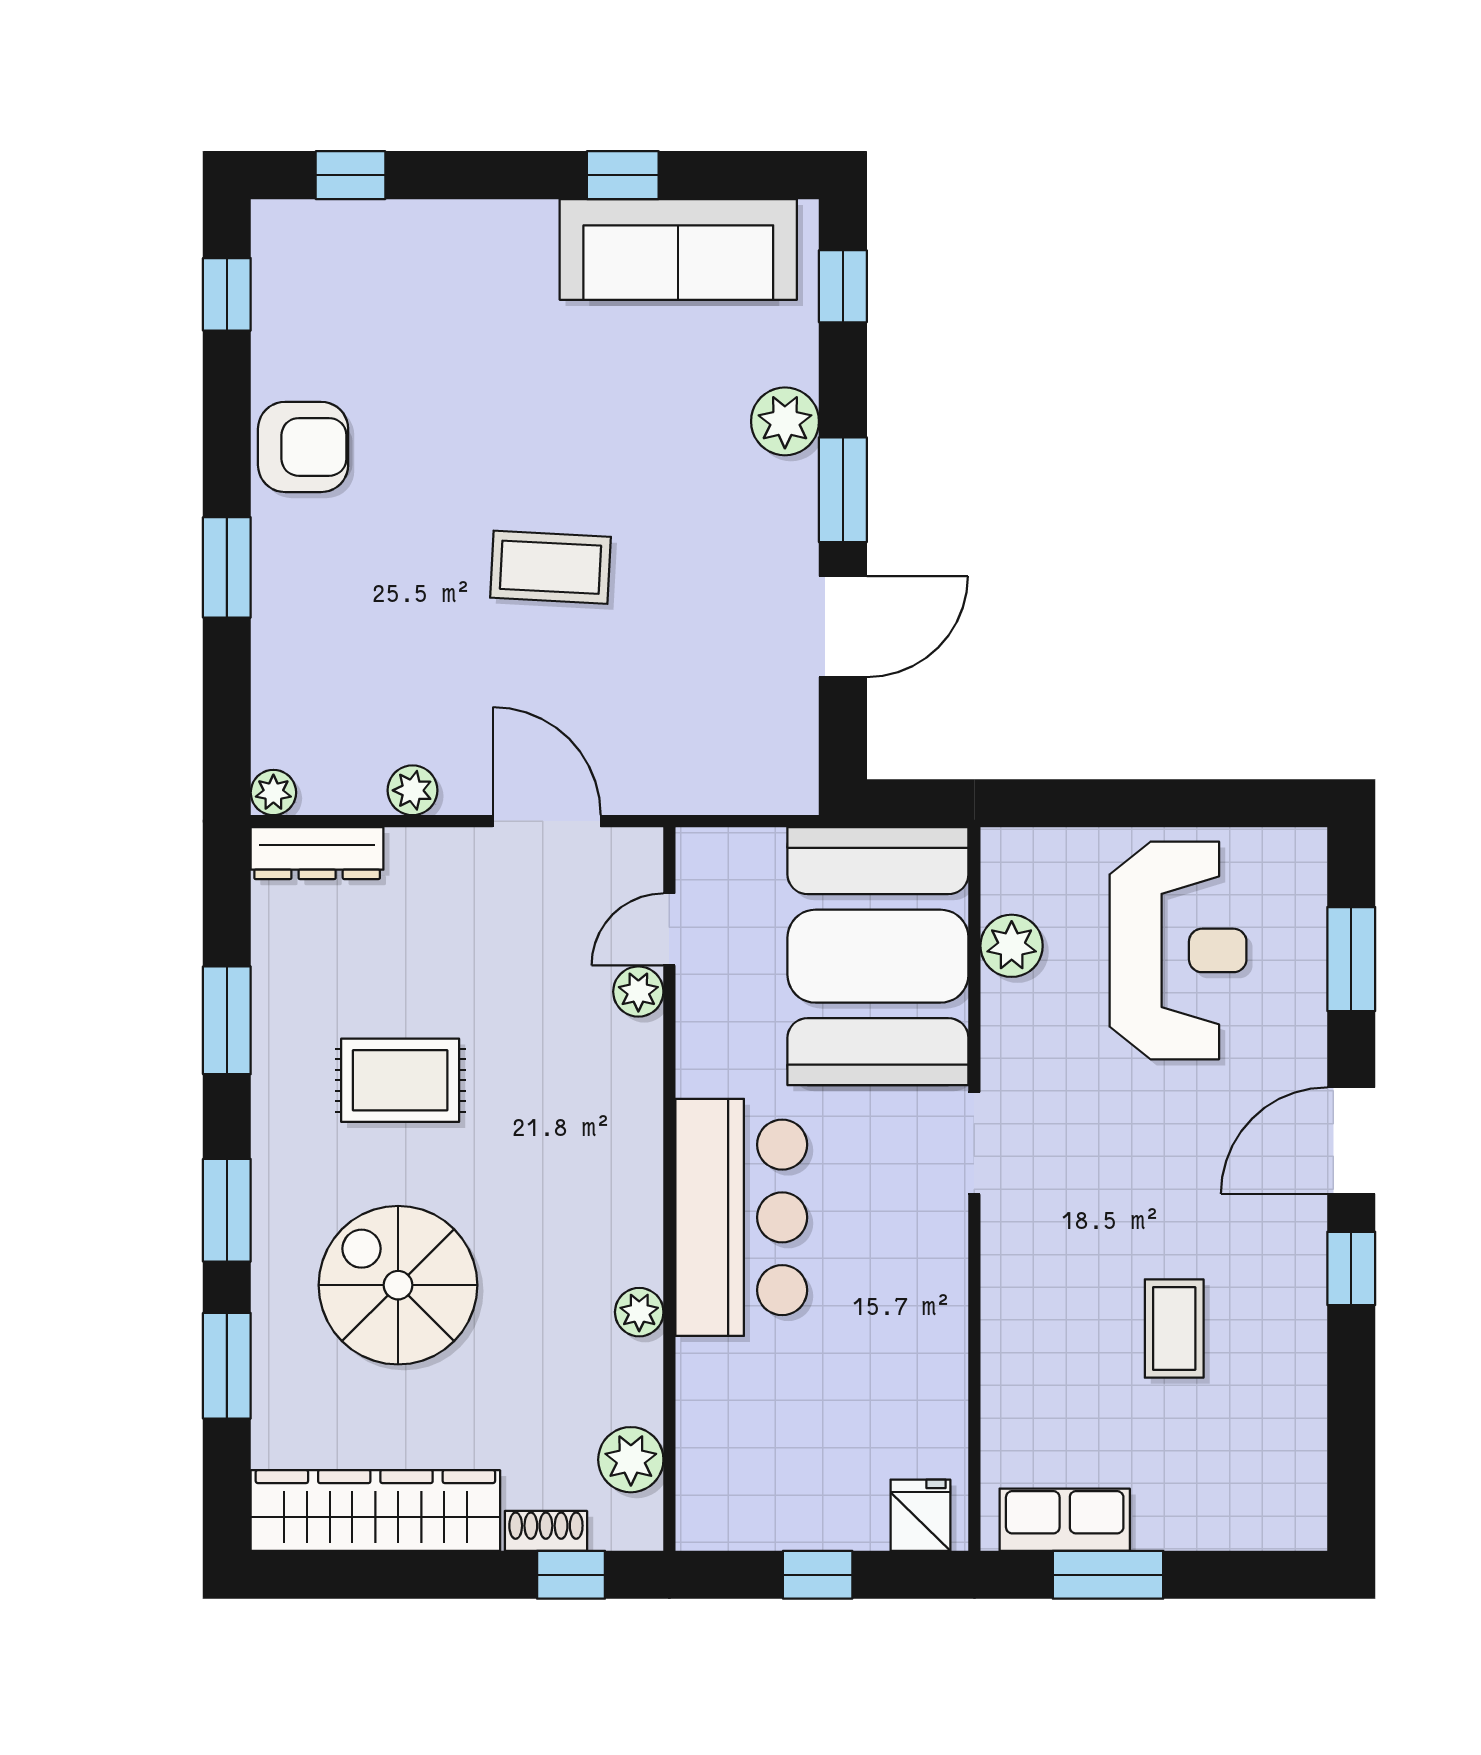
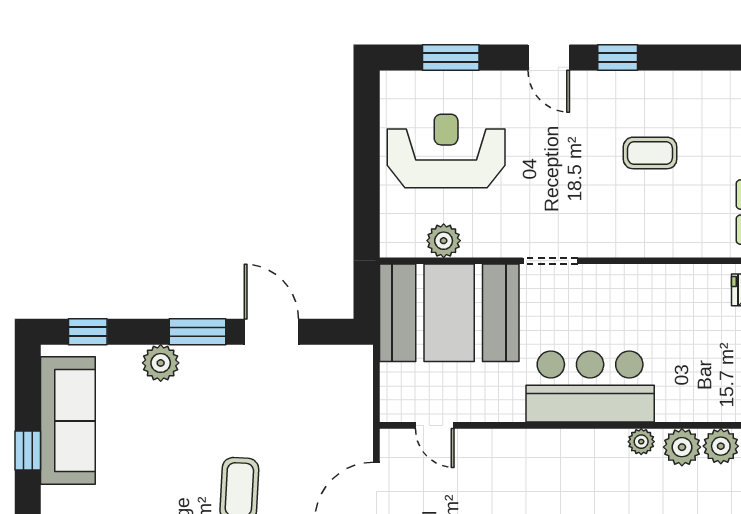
plant: (638, 992) -> (682, 447), moved, width x1.38, depth x1.38
door: (1351, 1141) -> (549, 57), width x0.73

